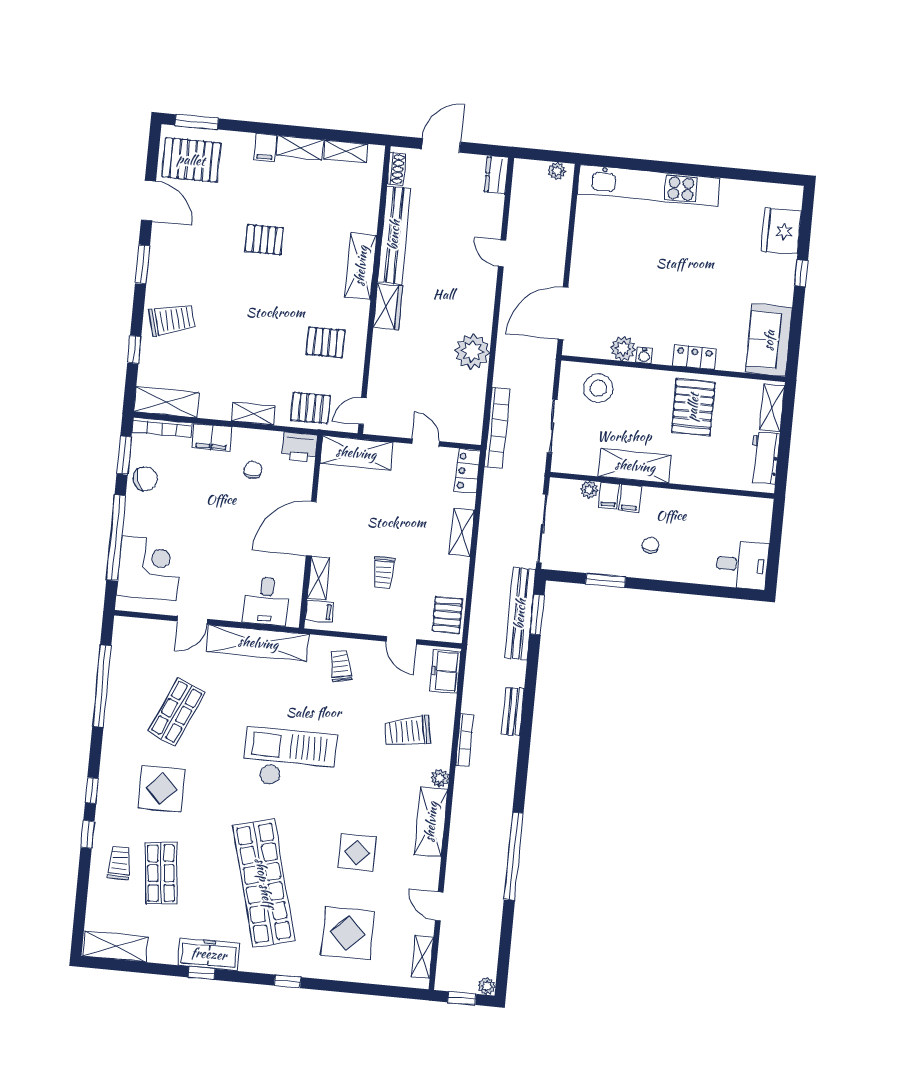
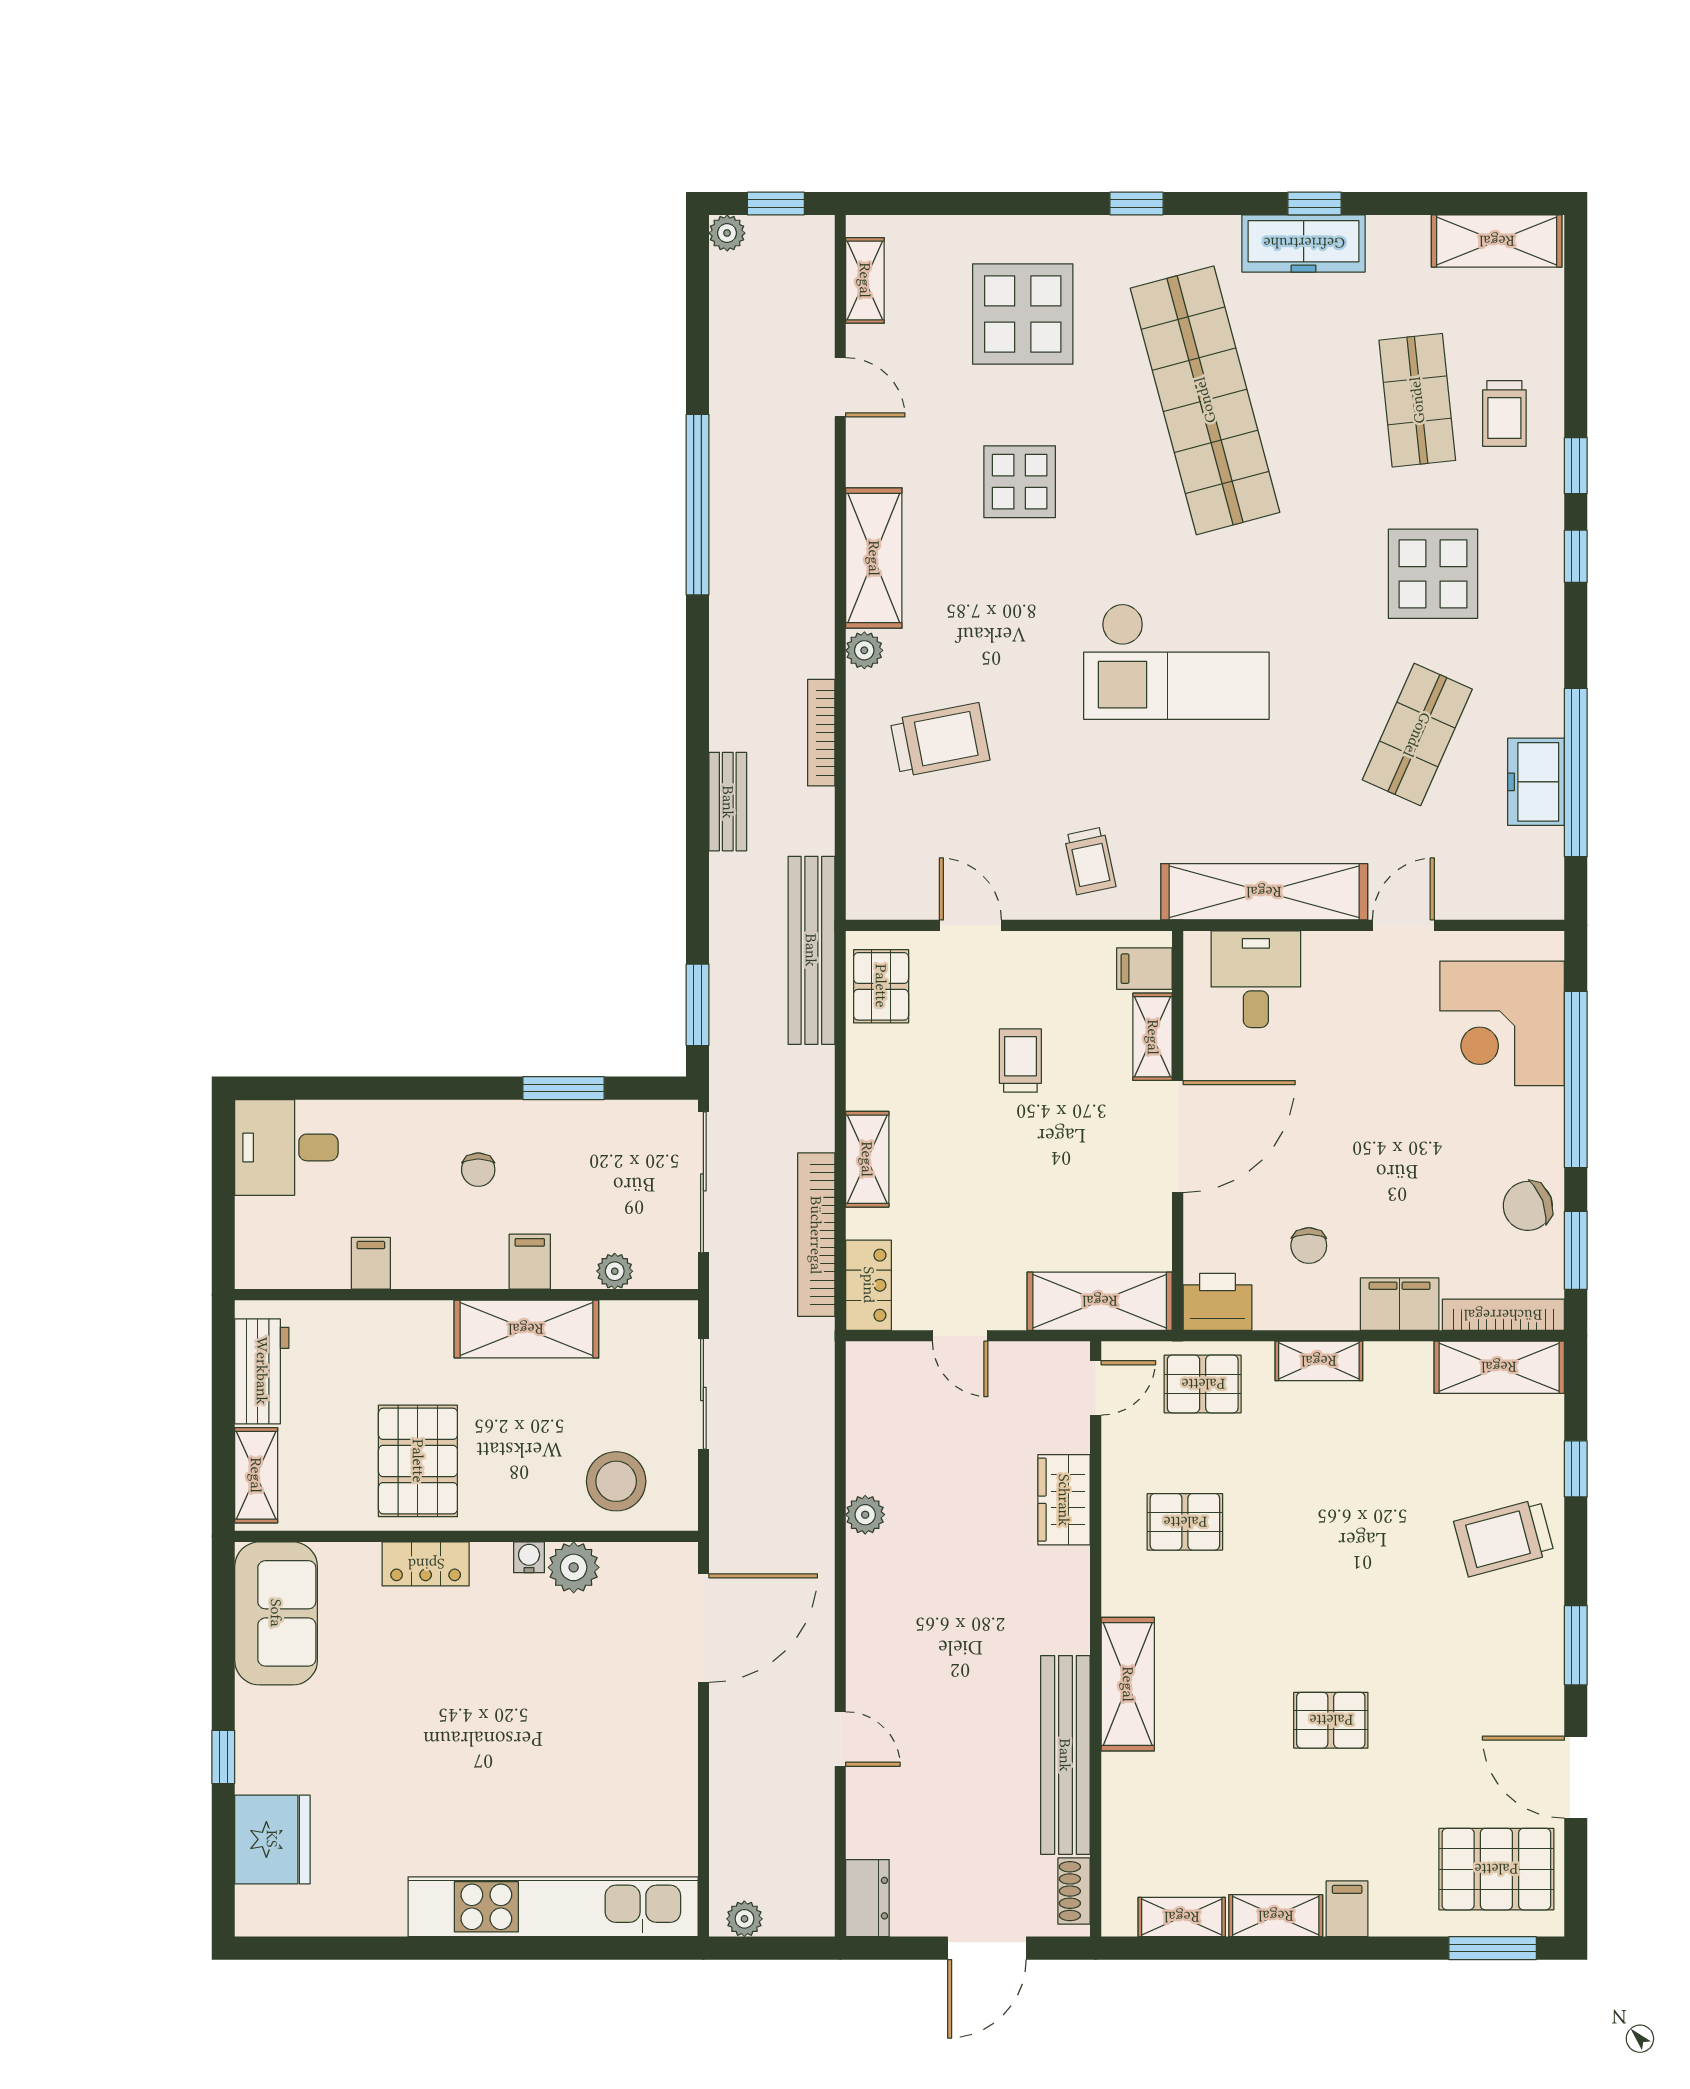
wardrobe: (388, 307) -> (1064, 1500), moved
plant: (472, 351) -> (865, 1515), width x0.53, depth x0.53
bookcase: (497, 428) -> (816, 1235), moved
filing cabinet: (609, 496) -> (371, 1263), moved
bench: (520, 614) -> (811, 950), moved
freezer: (445, 671) -> (1536, 782), moved, turned 180

